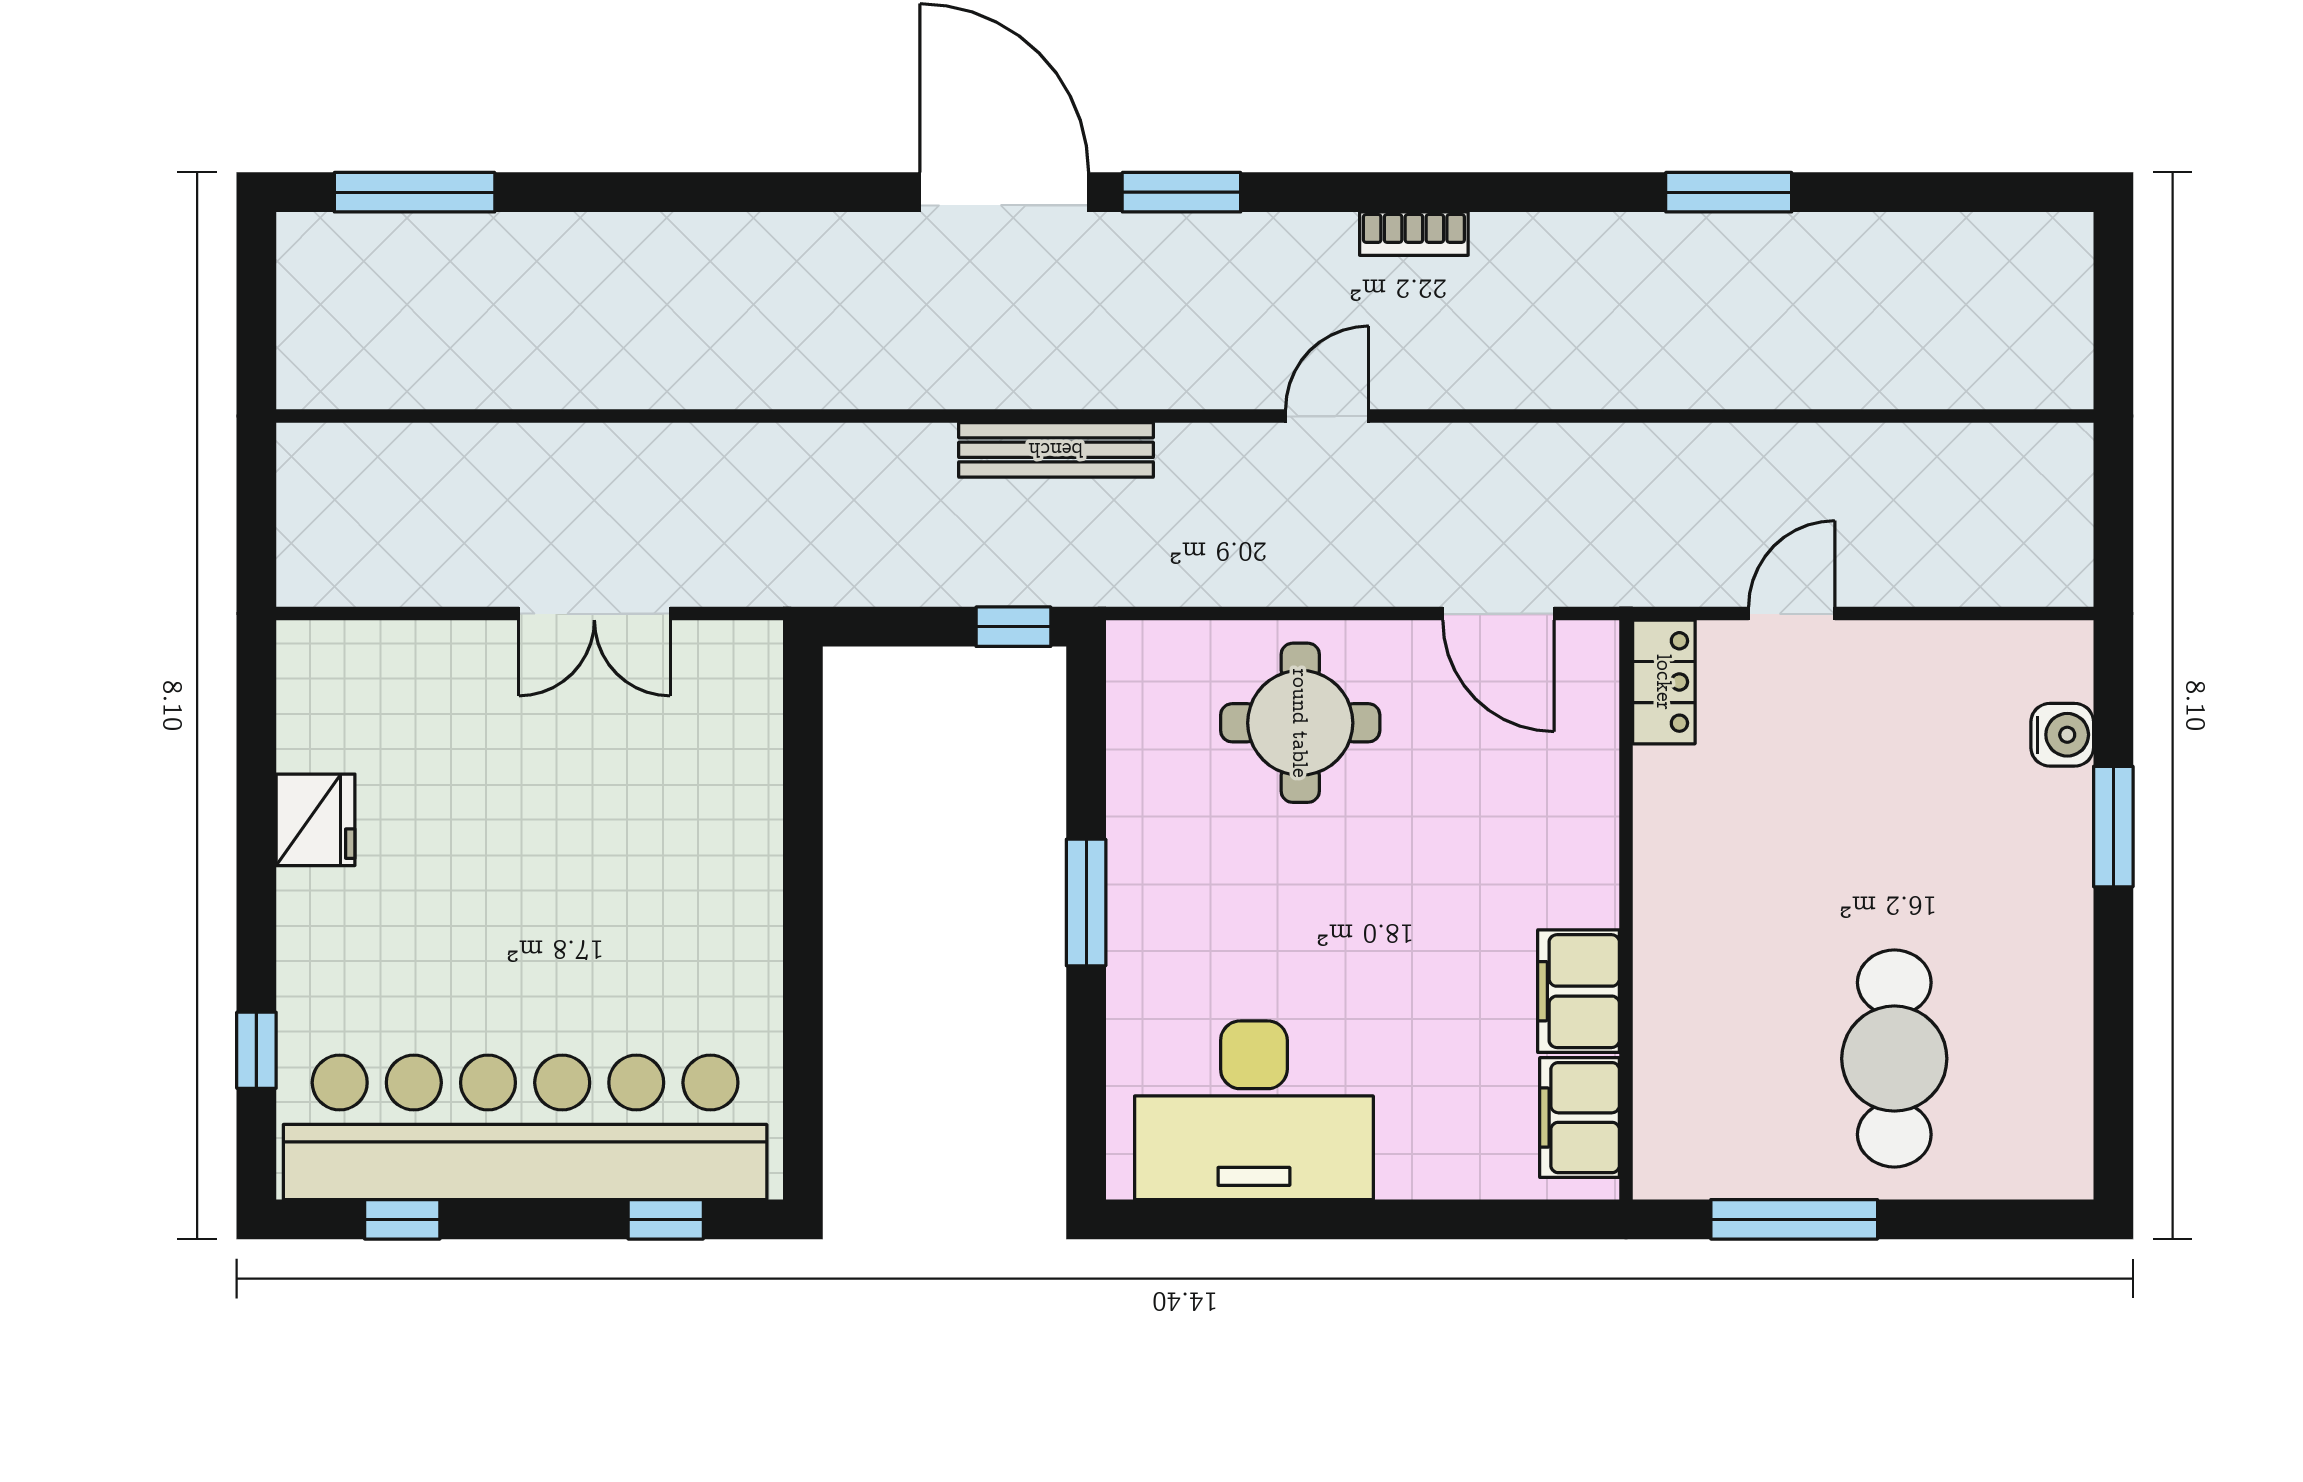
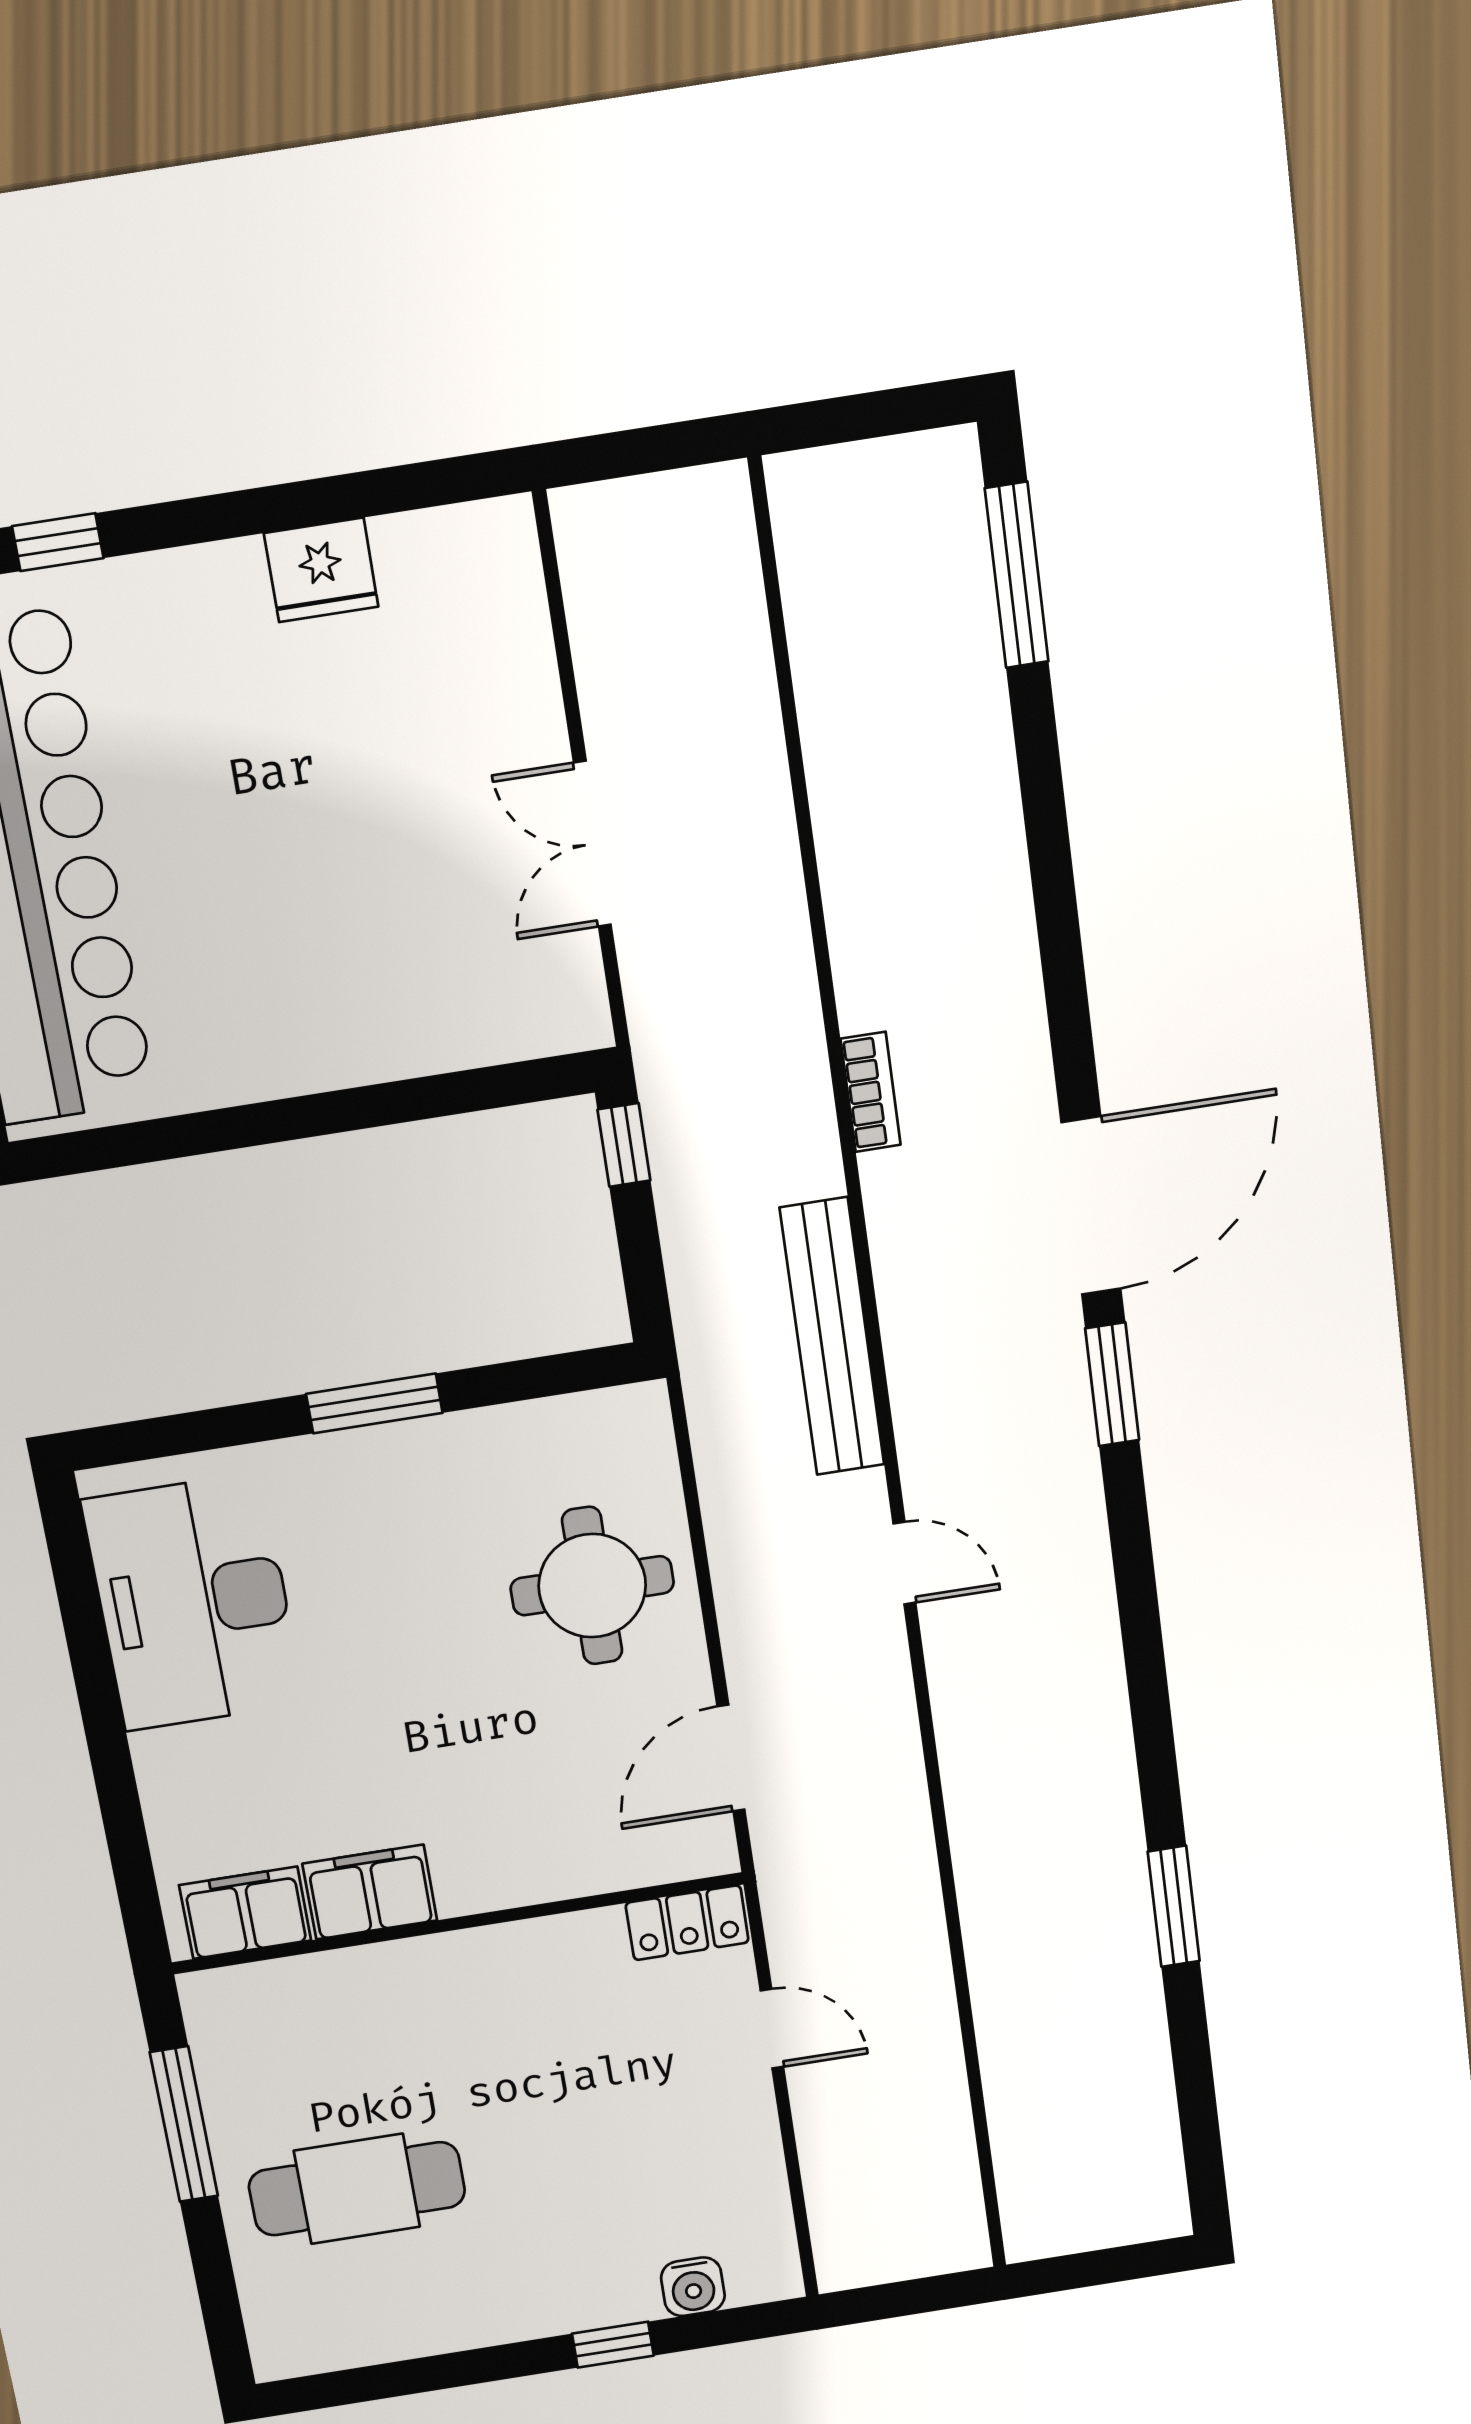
bookcase: (1414, 234) -> (871, 1092), moved, turned 180
bench: (1056, 450) -> (832, 1337), width x1.37, depth x1.21
window: (1013, 627) -> (624, 1145), moved
window: (2113, 827) -> (613, 2345), width x0.67

